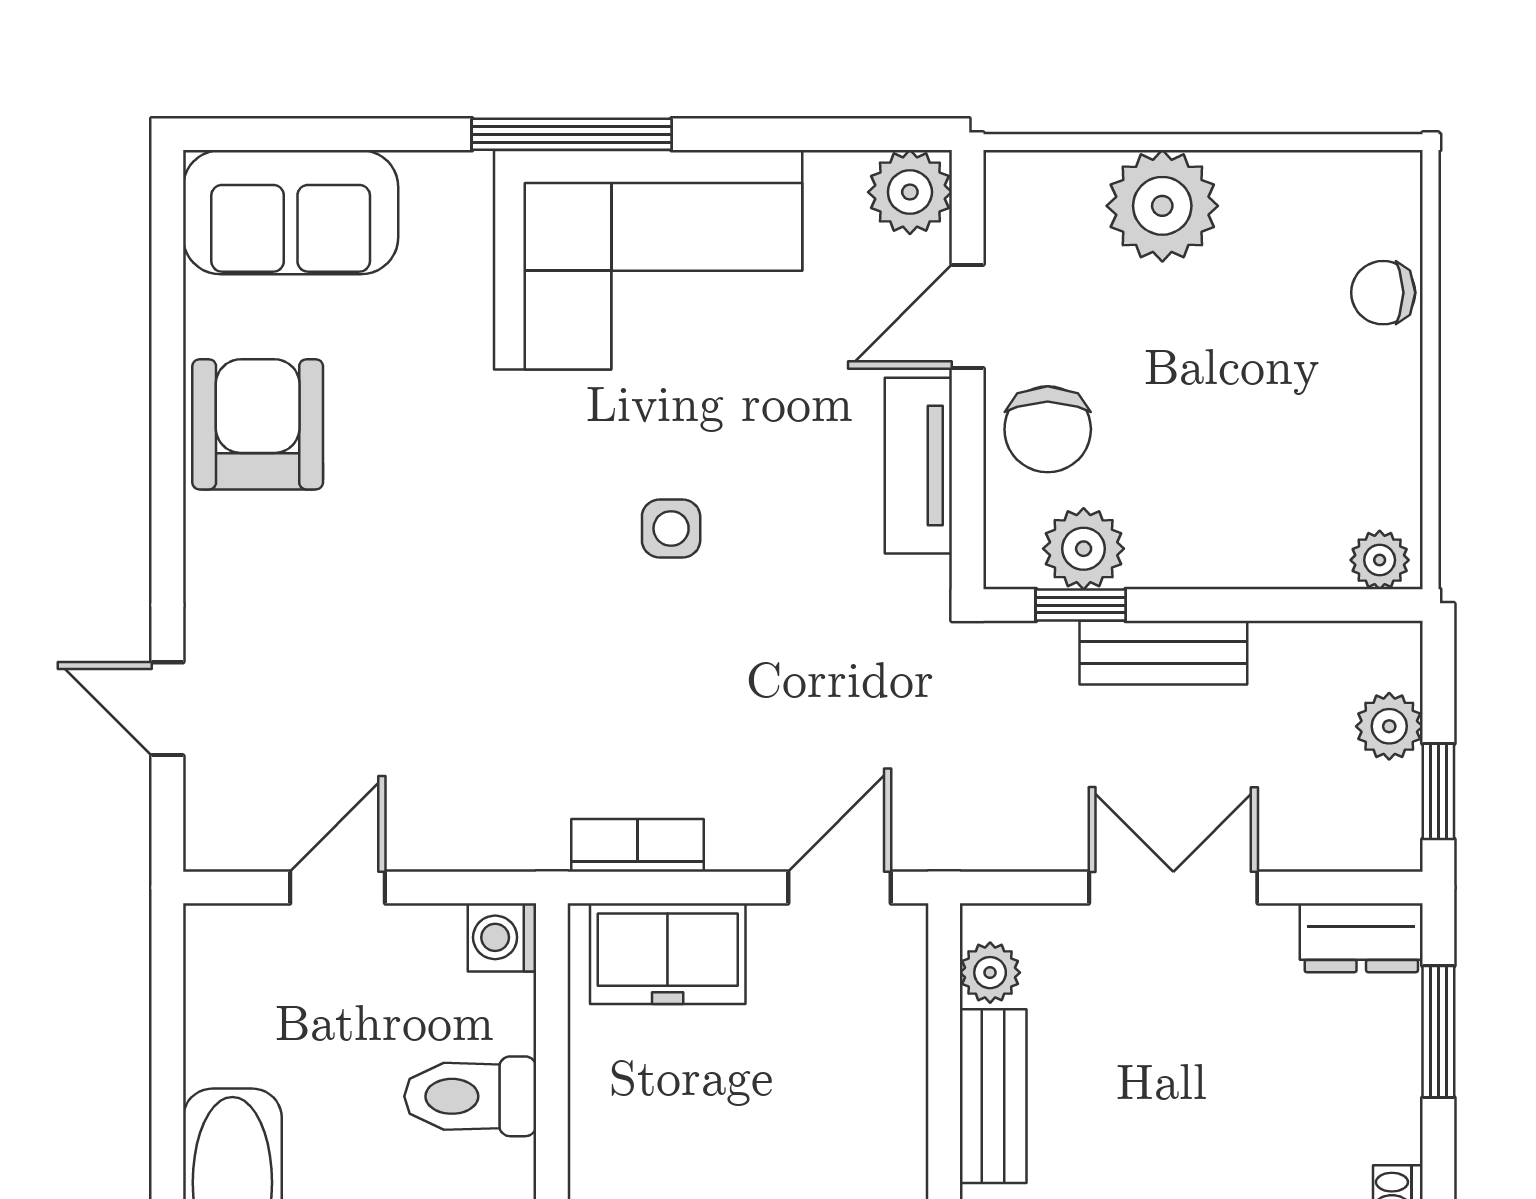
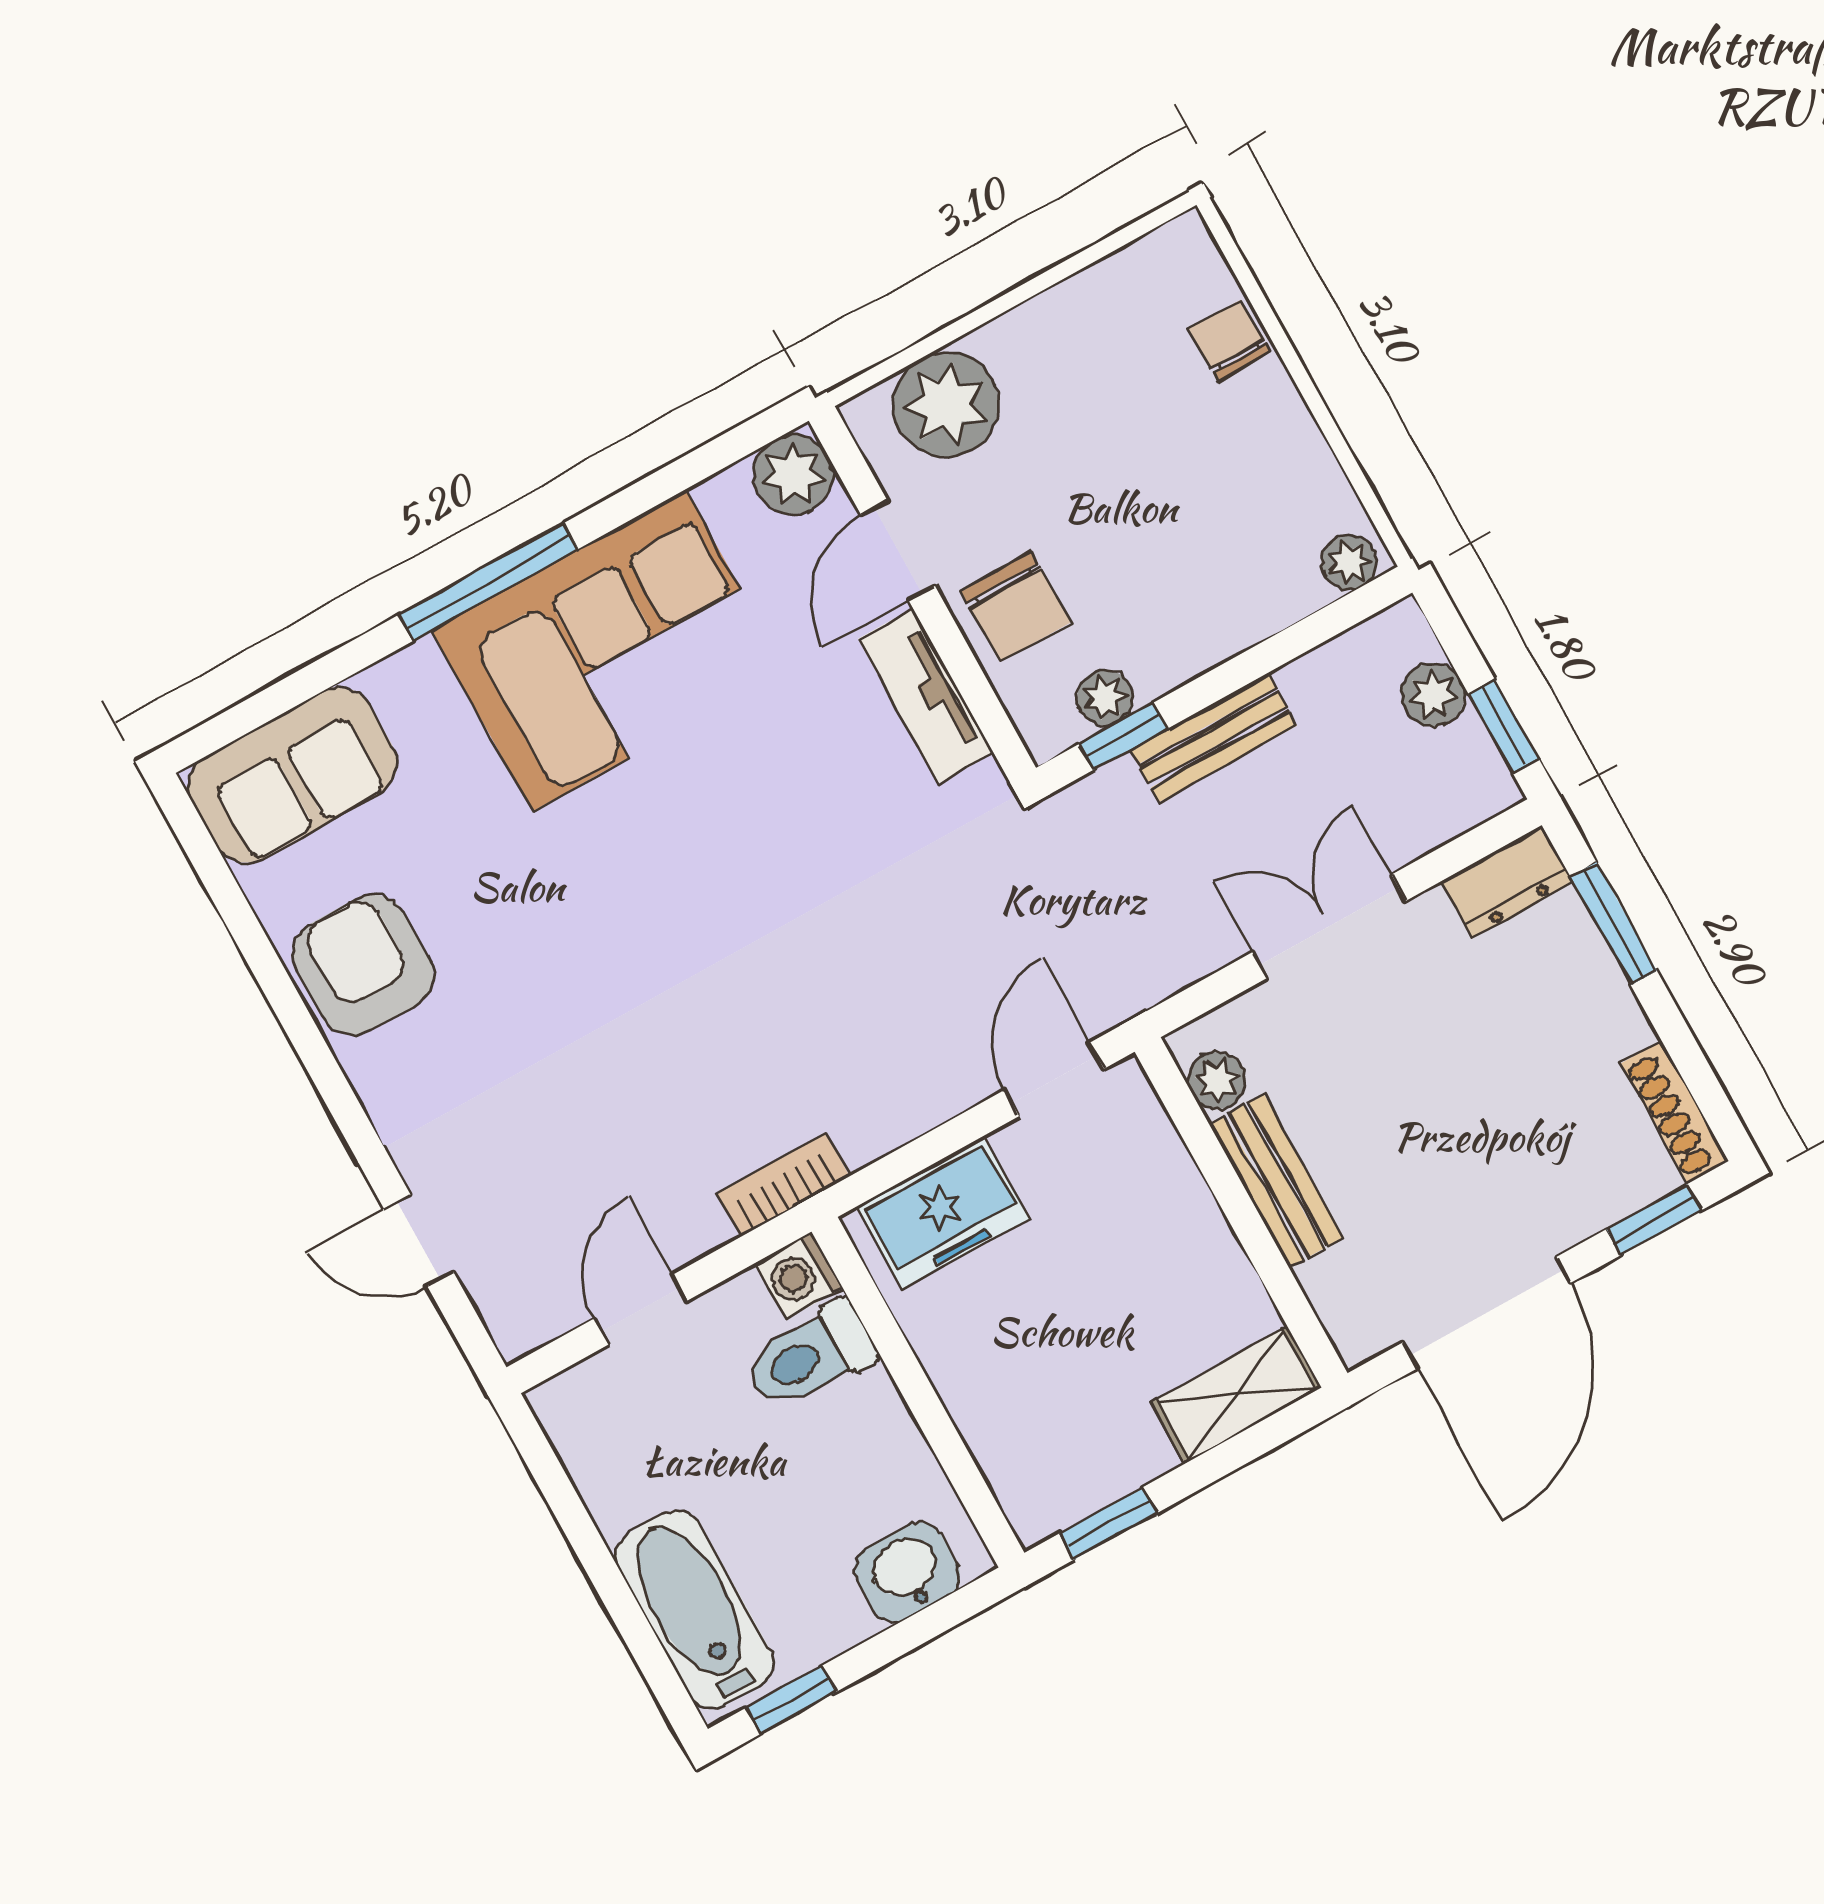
plant: (1162, 206) -> (946, 404), moved
chair: (1383, 293) -> (1229, 340), turned 90
side table: (671, 528) -> (751, 861), removed
plant: (1084, 549) -> (1105, 698), width x0.73, depth x0.73
bookcase: (637, 845) -> (783, 1185), moved
toilet: (470, 1096) -> (810, 1356), moved

